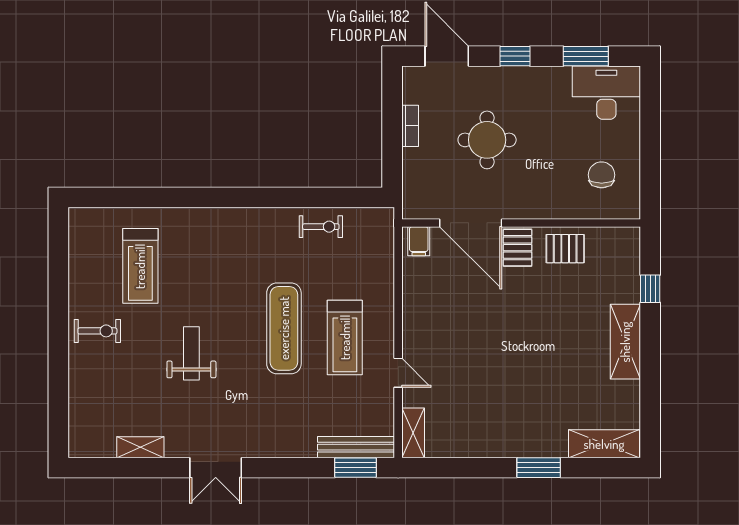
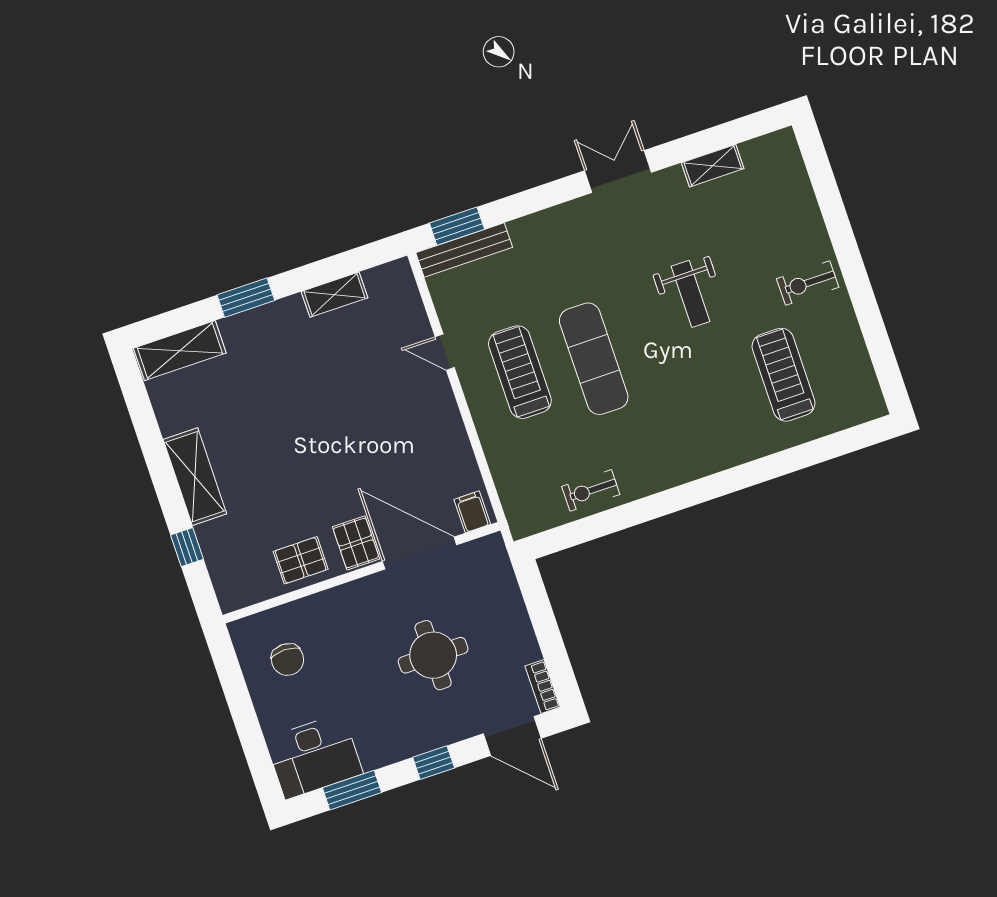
bookcase: (410, 126) -> (543, 687), moved
shelving: (413, 433) -> (334, 295), moved, turned 90

